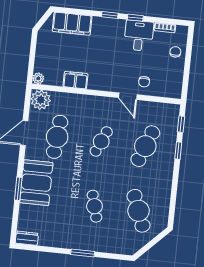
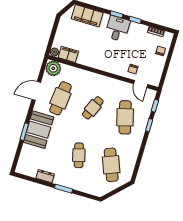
desk: (139, 36) -> (117, 29), moved
filing cabinet: (75, 80) -> (68, 54), moved
door: (128, 96) -> (141, 84), moved
cafe table: (145, 146) -> (125, 117), turned -36
dresser: (27, 238) -> (45, 176), moved

